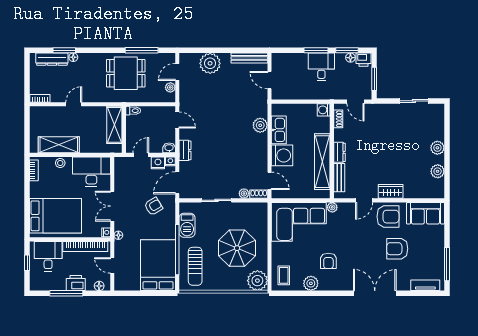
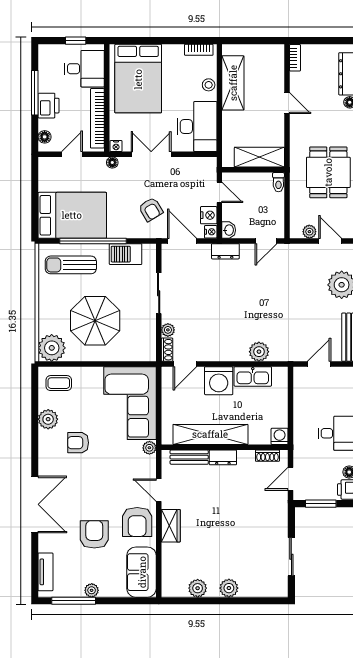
plant: (439, 251) -> (92, 590), added

